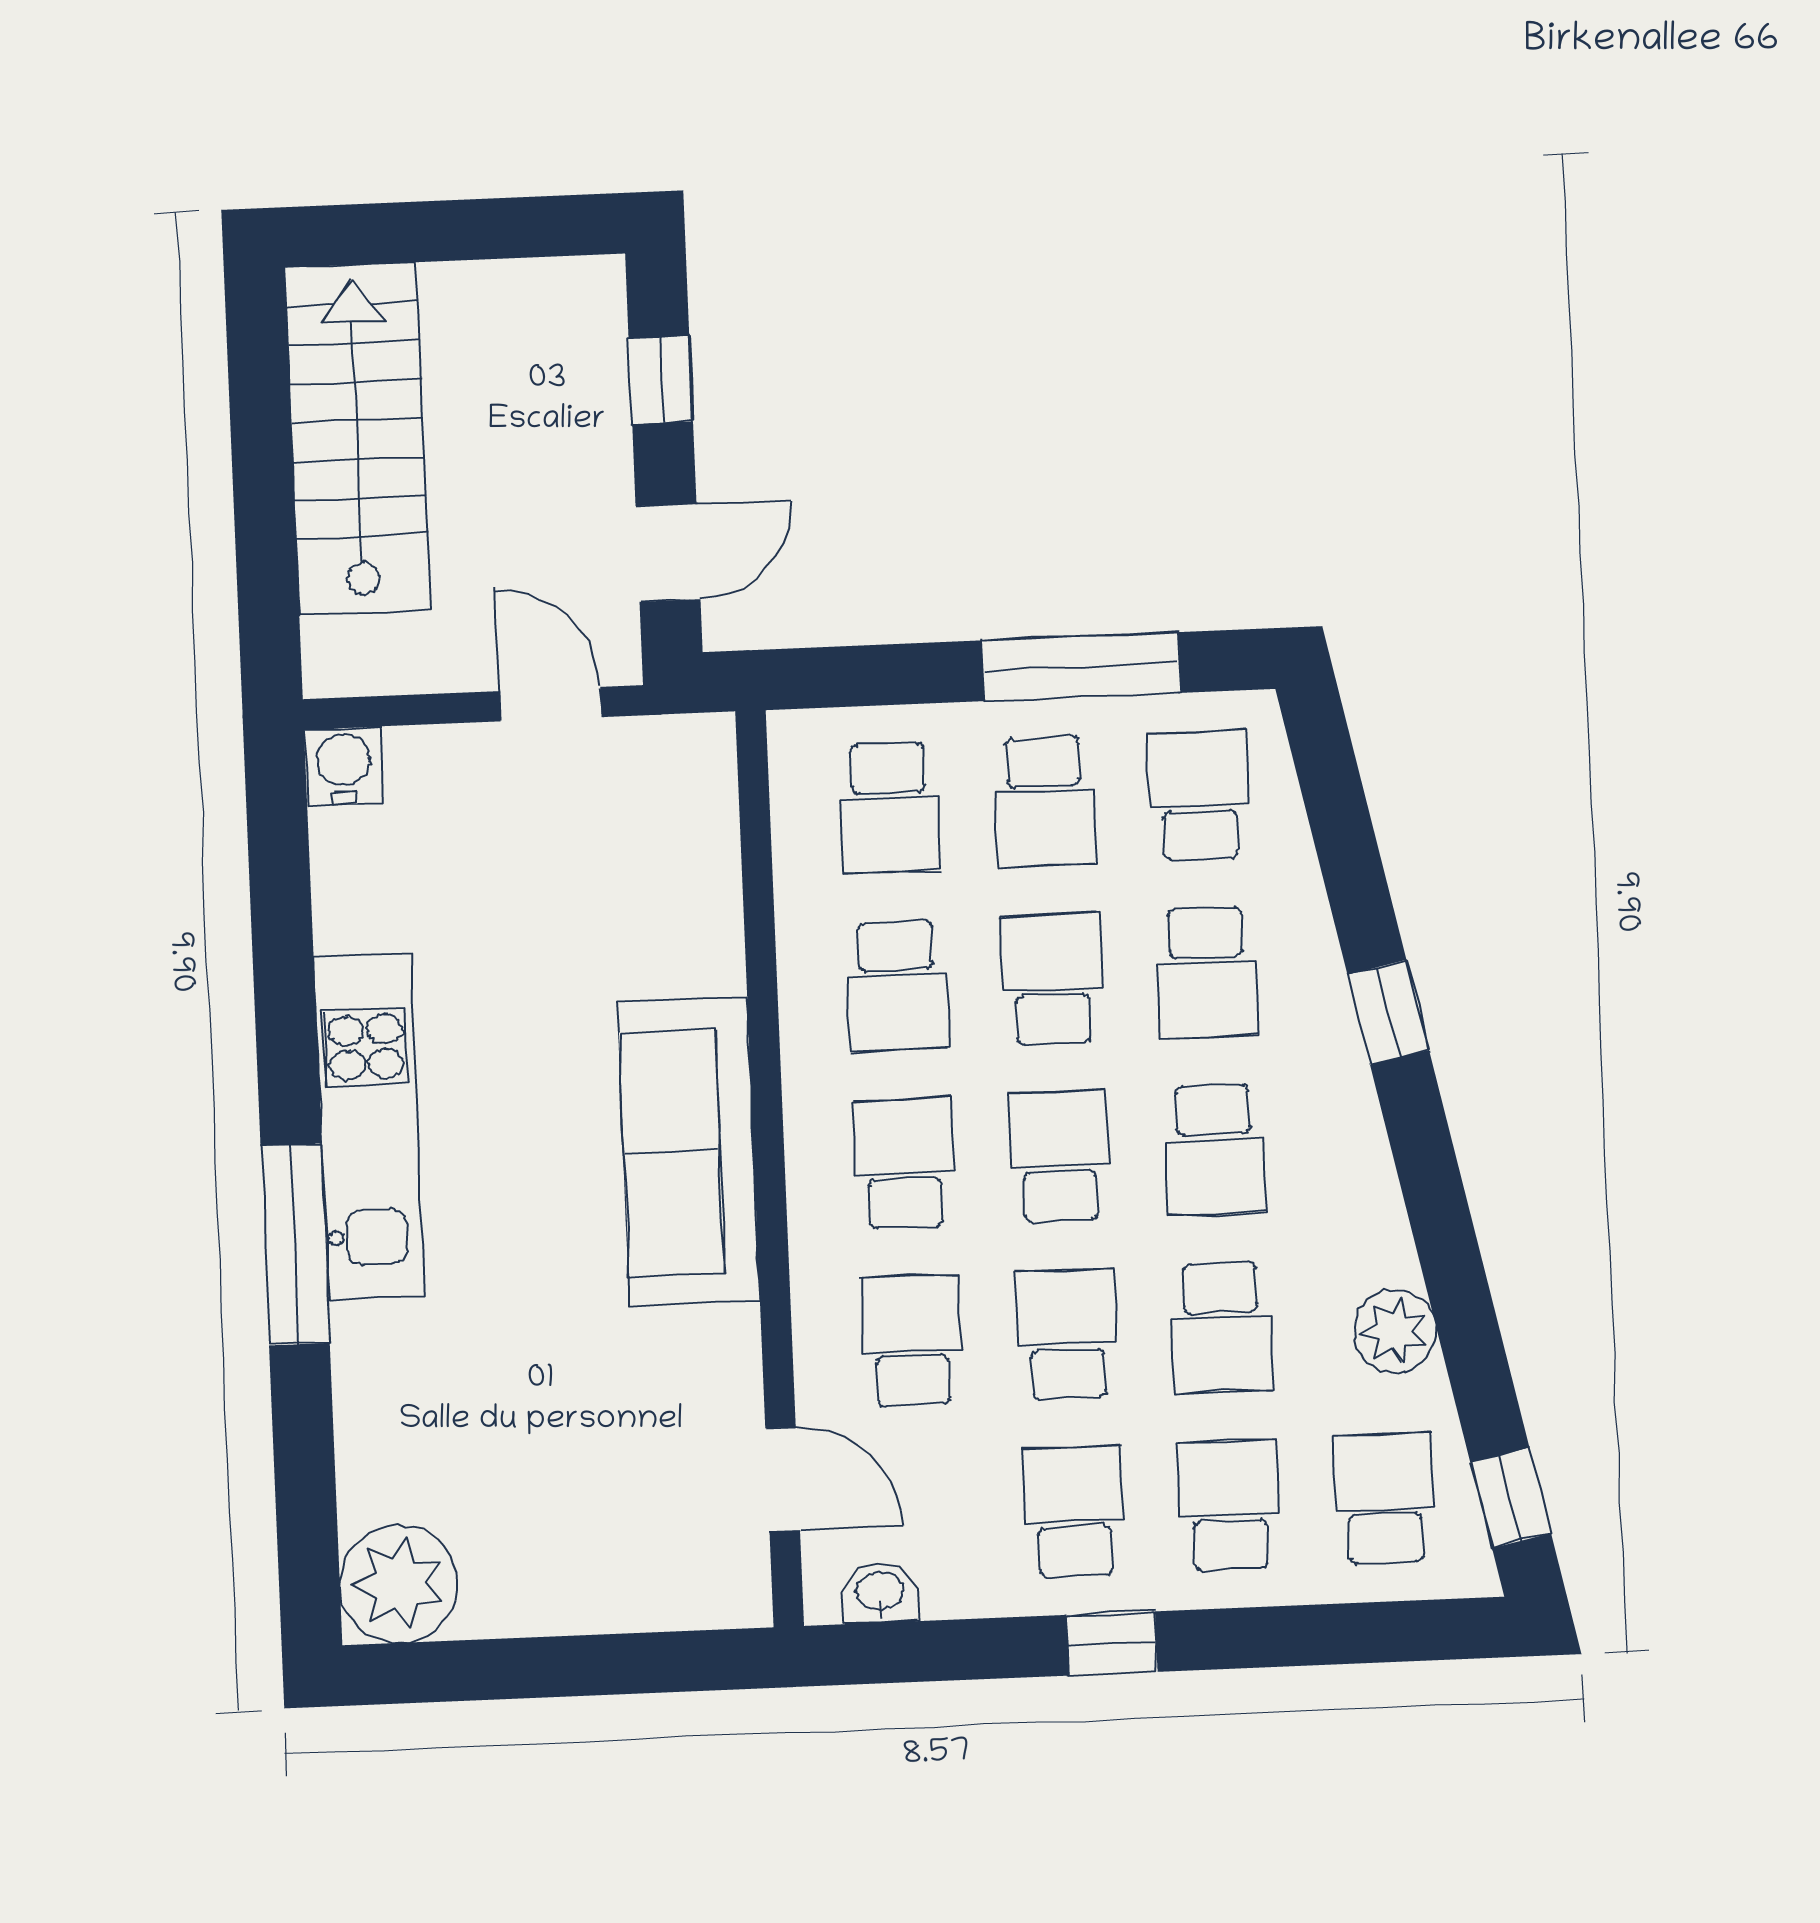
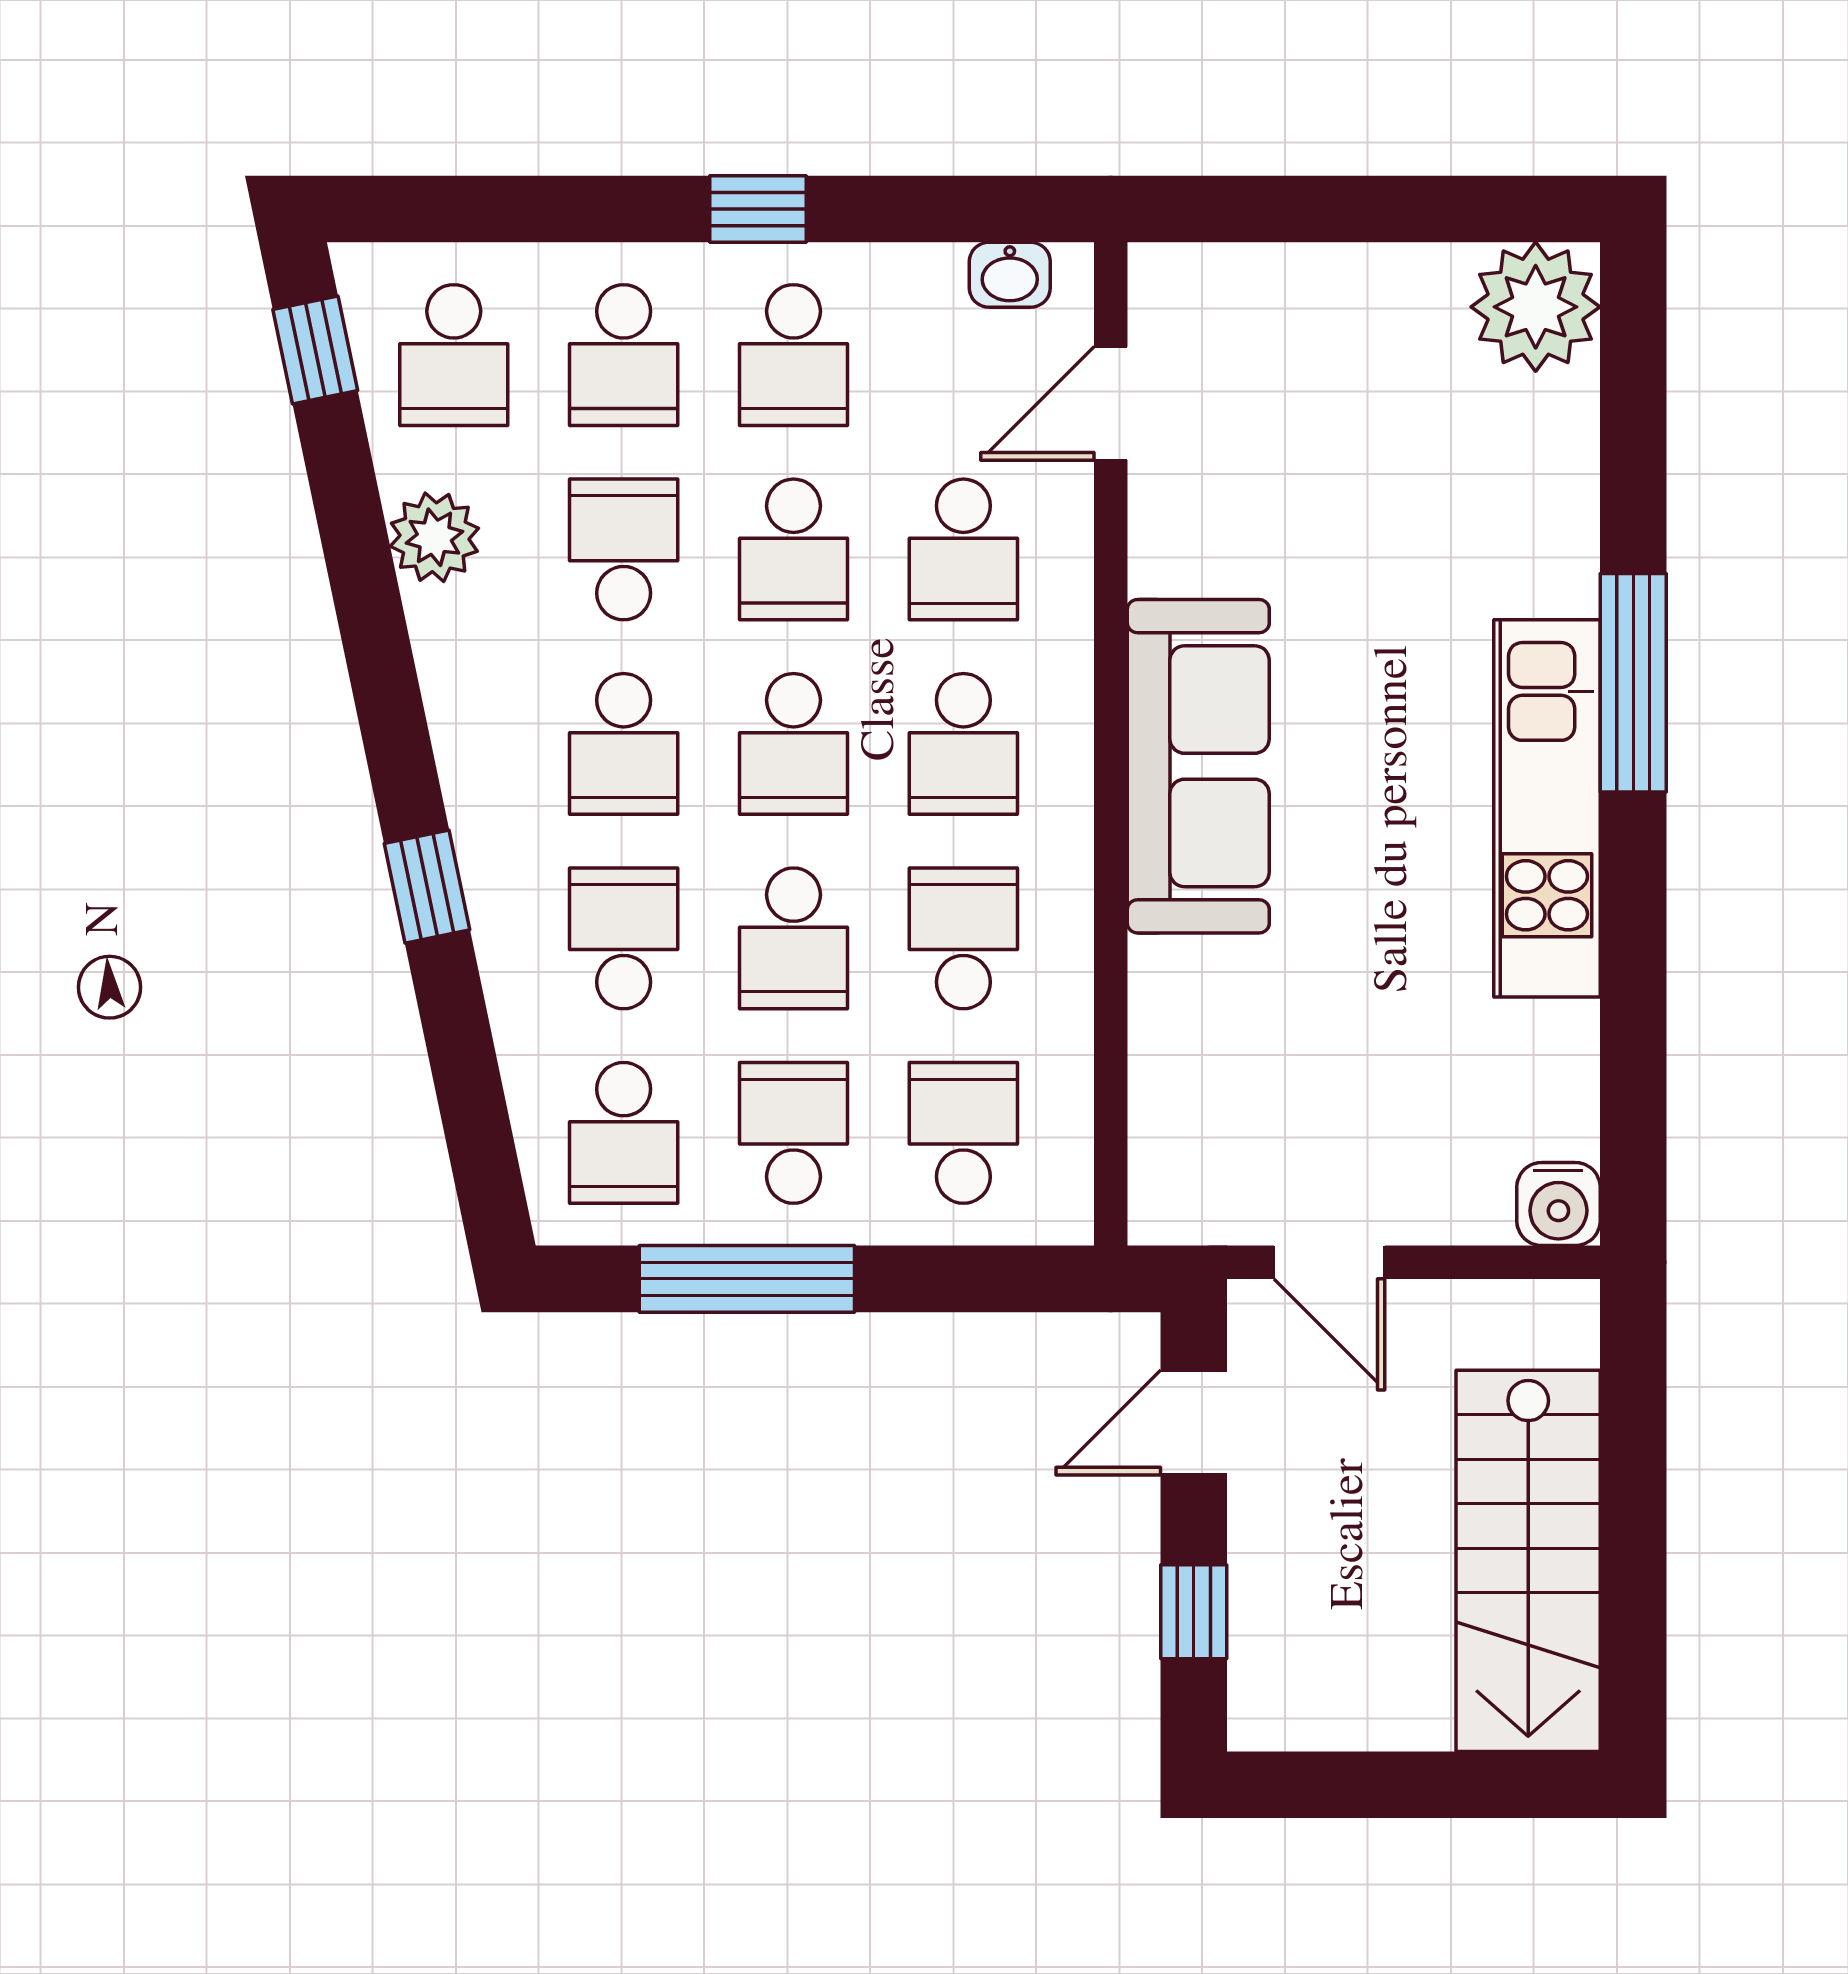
school desk: (1214, 1150) -> (624, 744), turned 180
door: (783, 1479) -> (1111, 403), hinge flipped

